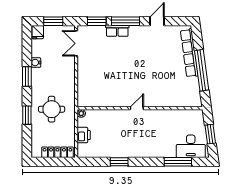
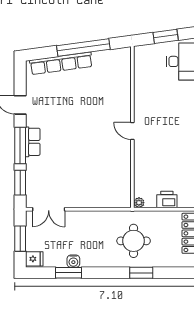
row of seats: (117, 31) -> (33, 142), moved
window: (27, 76) -> (69, 273), moved

